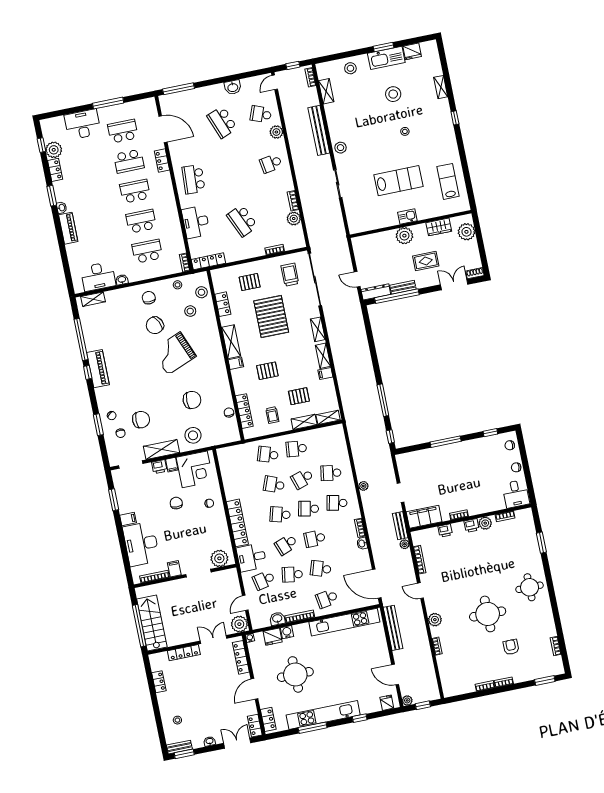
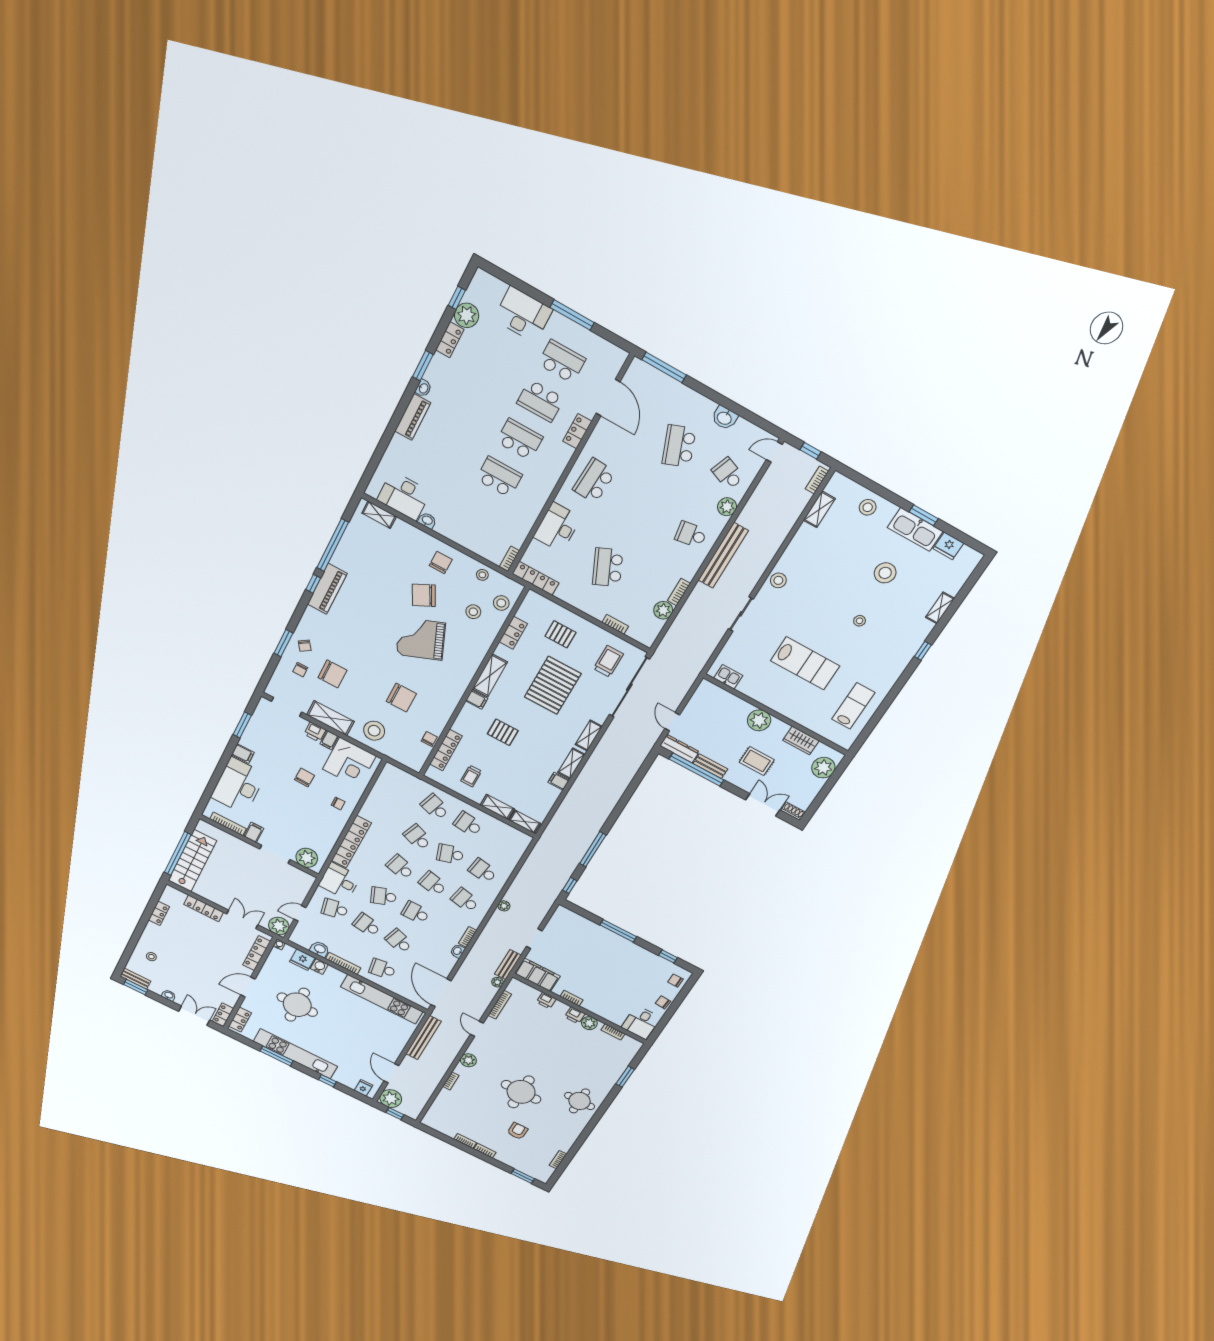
bench: (319, 130) -> (723, 555), moved
kitchen sink: (407, 216) -> (728, 677), moved
school desk: (147, 251) -> (479, 514), removed
pallet: (299, 396) -> (513, 780), removed
plant: (407, 700) -> (391, 1099), width x1.88, depth x1.88

